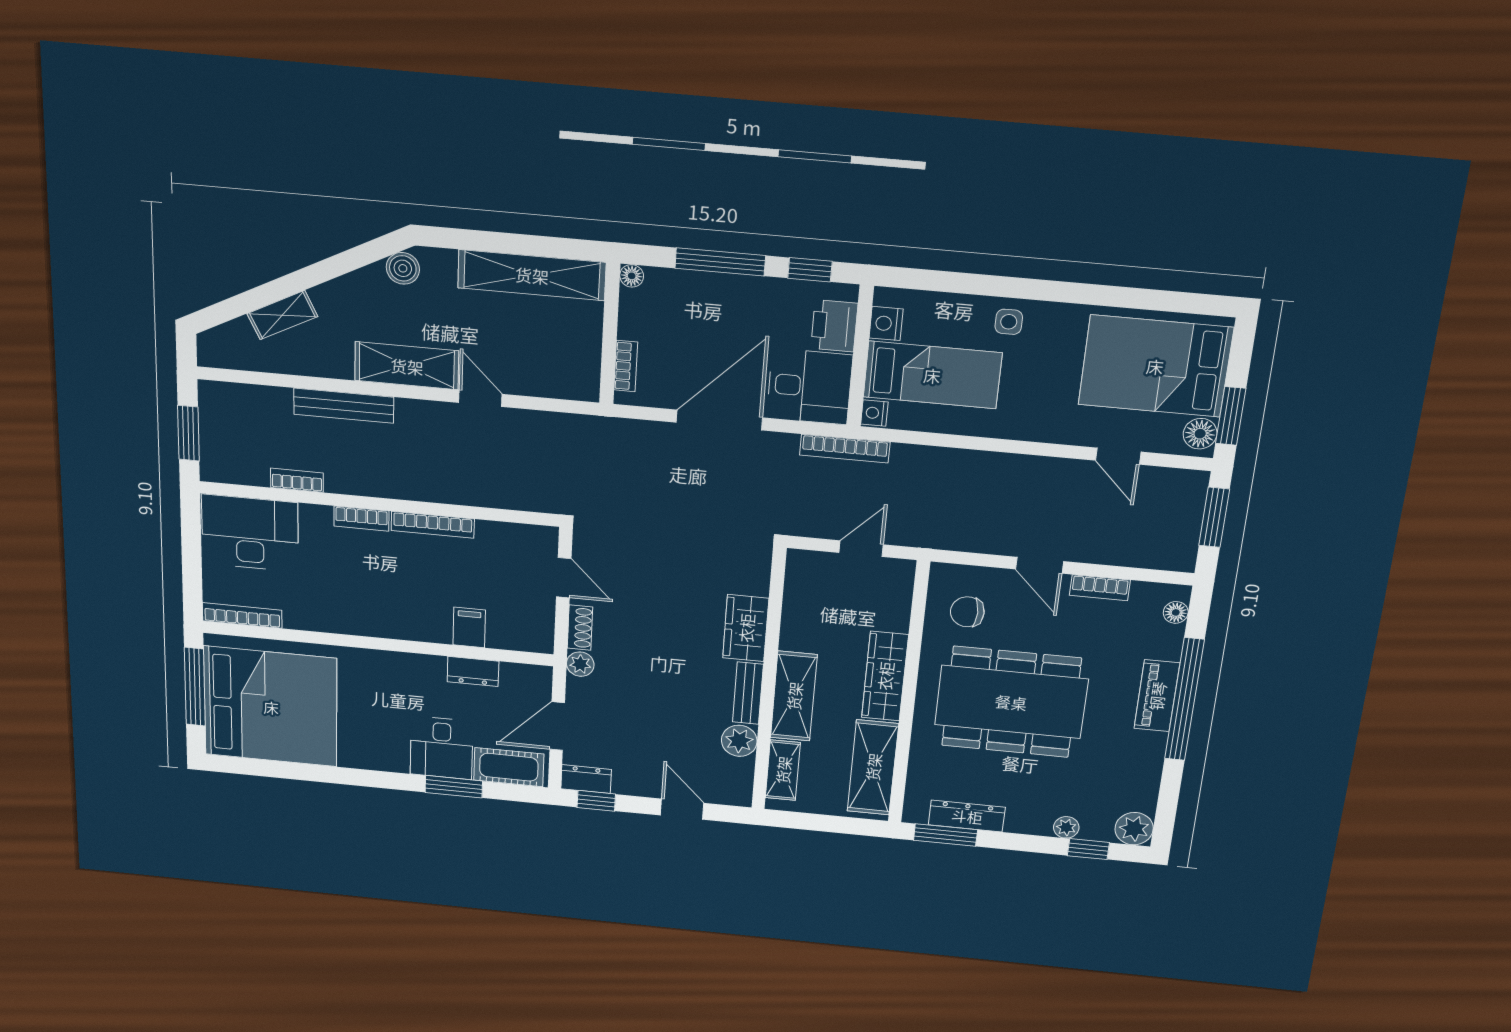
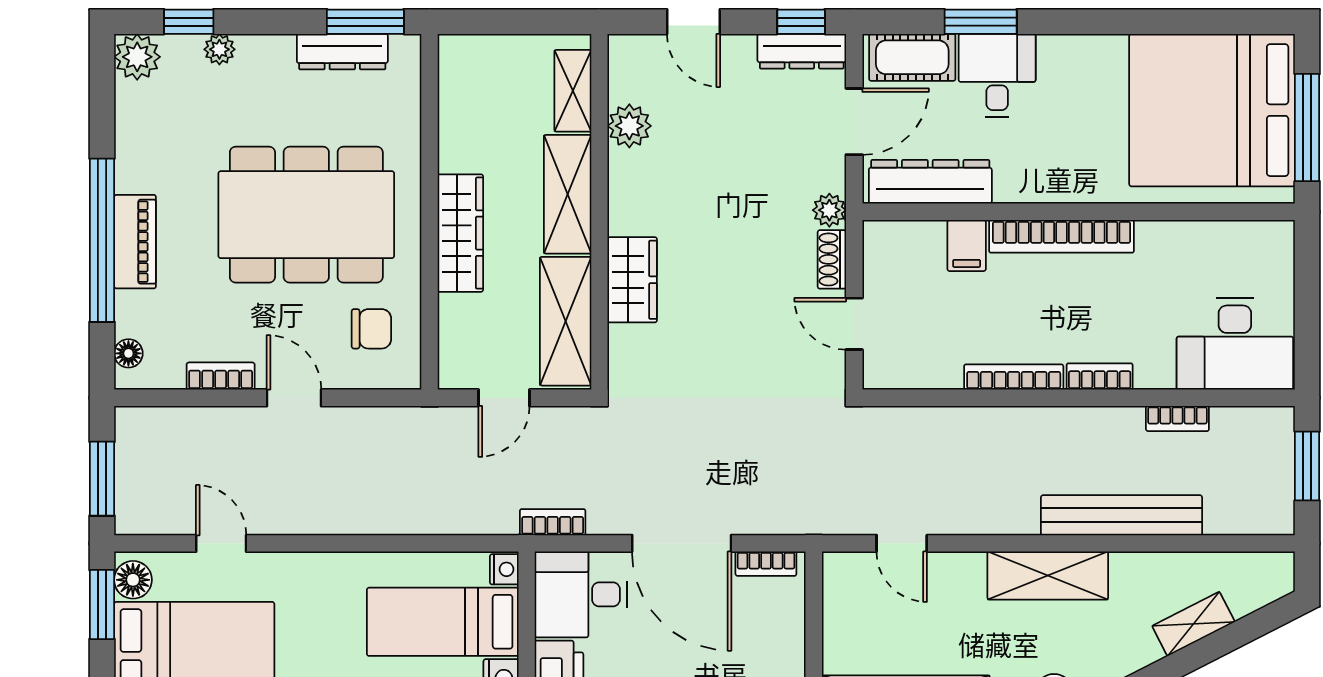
bookcase: (626, 366) -> (766, 564), moved, turned -90
door: (480, 398) -> (902, 543), moved
bench: (344, 406) -> (1121, 515), width x1.37, depth x1.21
door: (719, 420) -> (682, 543), hinge flipped
bookcase: (845, 449) -> (553, 522), width x0.64
bookcase: (242, 615) -> (1062, 236), moved, width x1.48, depth x1.31
dresser: (473, 671) -> (930, 182), width x1.96, depth x1.24
bench: (748, 693) -> (623, 192), removed
shelving: (873, 767) -> (566, 321), moved
dresser: (586, 779) -> (802, 51), width x1.44

